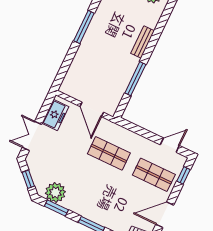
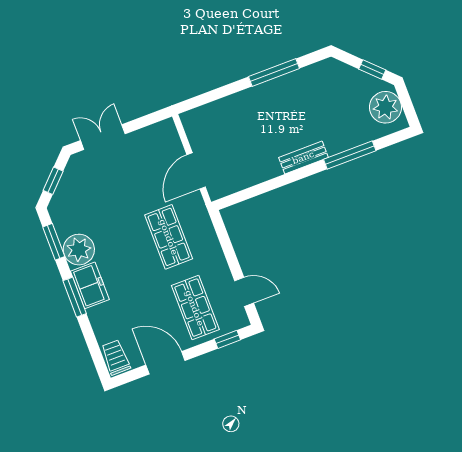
bench: (142, 42) -> (303, 157), moved
window: (135, 79) -> (350, 155), moved
freezer: (55, 115) -> (90, 285), moved, turned -90
plant: (55, 193) -> (79, 250), moved

